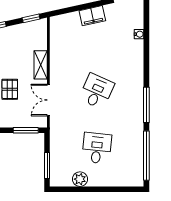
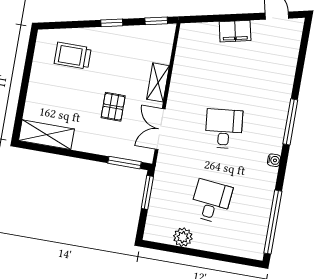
water cooler: (139, 34) -> (274, 160), moved
desk: (97, 91) -> (224, 129), turned -30
window: (146, 105) -> (290, 122), moved
window: (47, 165) -> (147, 192), moved

